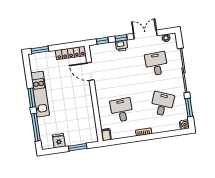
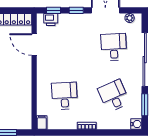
printer: (122, 46) -> (51, 20), moved
desk: (162, 104) -> (114, 96), turned -45

